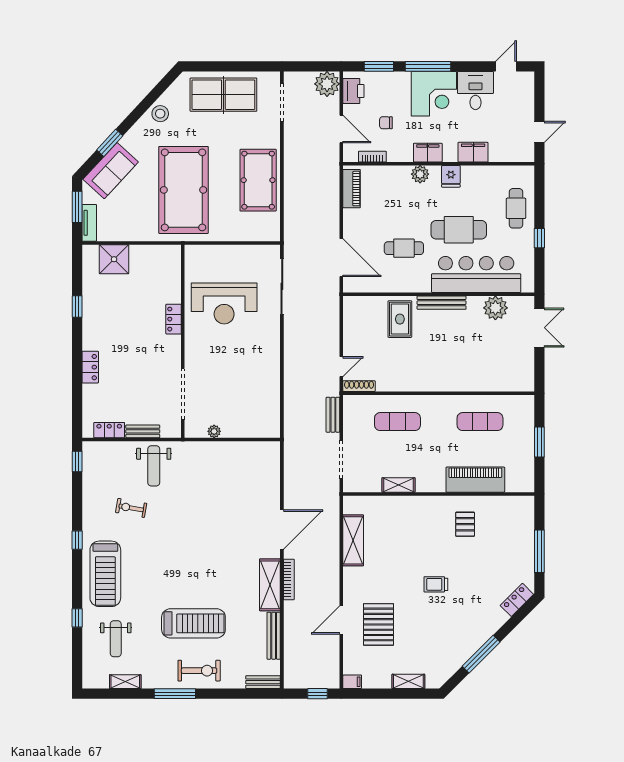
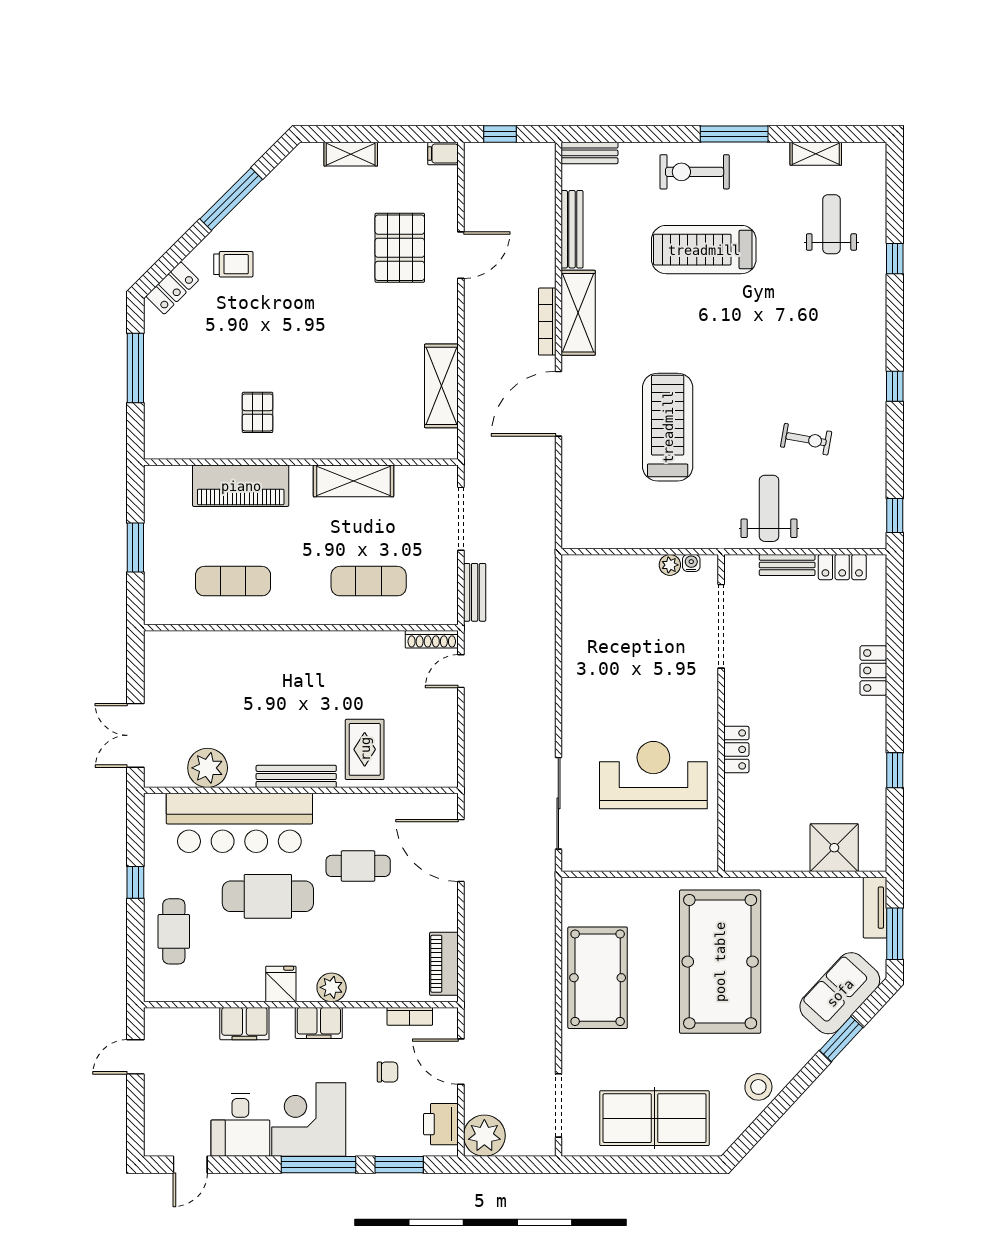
water cooler: (201, 433) -> (691, 563), added
shelving: (399, 485) -> (354, 481), width x1.50, depth x1.33
treadmill: (105, 574) -> (668, 427), moved
trolley: (436, 584) -> (233, 264), moved

